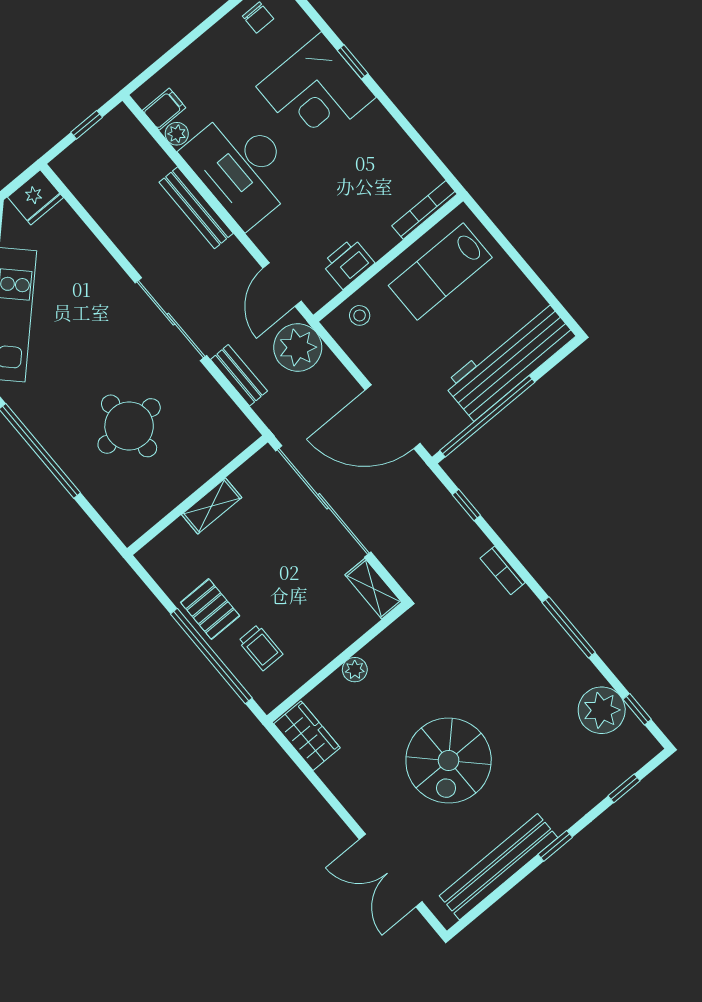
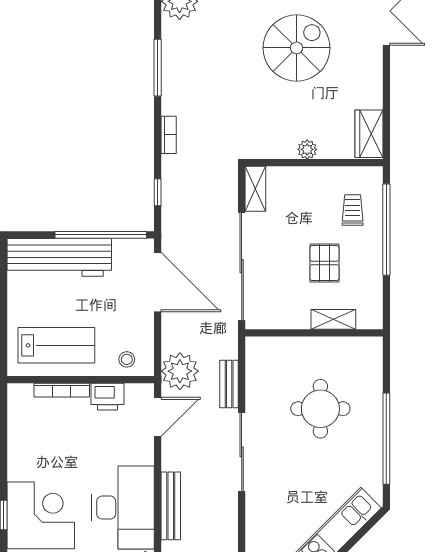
bookcase: (425, 210) -> (62, 390), moved
shelving: (212, 506) -> (333, 319), moved
pallet: (210, 609) -> (324, 263), moved

